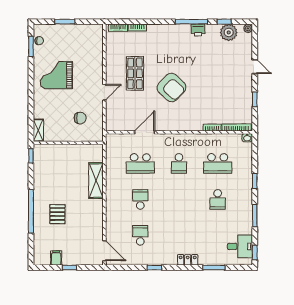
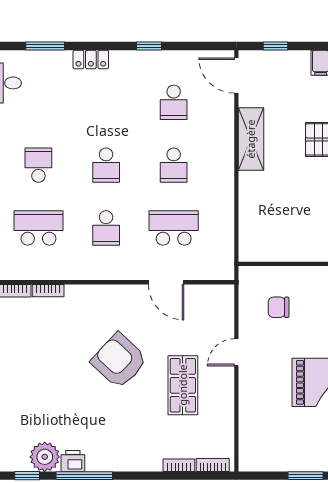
plant: (229, 32) -> (45, 457), moved
door: (145, 132) -> (166, 282), hinge flipped
school desk: (179, 163) -> (106, 228), turned 180
shelving: (96, 181) -> (251, 139), moved
school desk: (179, 199) -> (106, 165), added
window: (69, 268) -> (275, 46), moved

